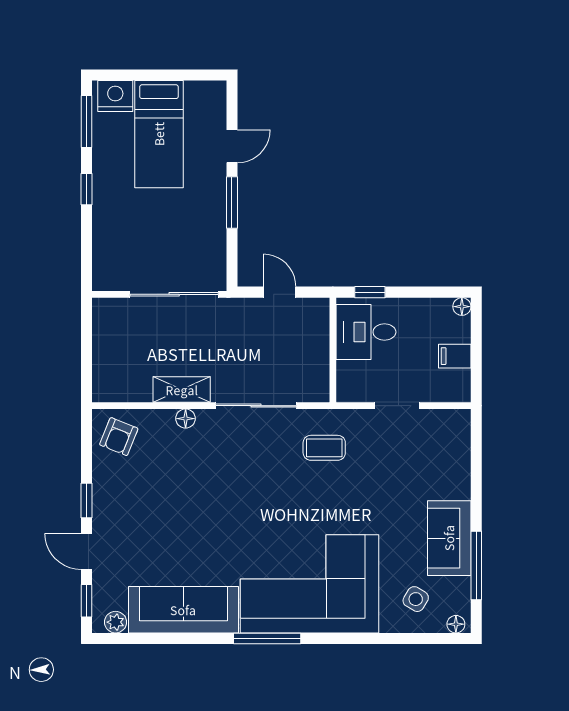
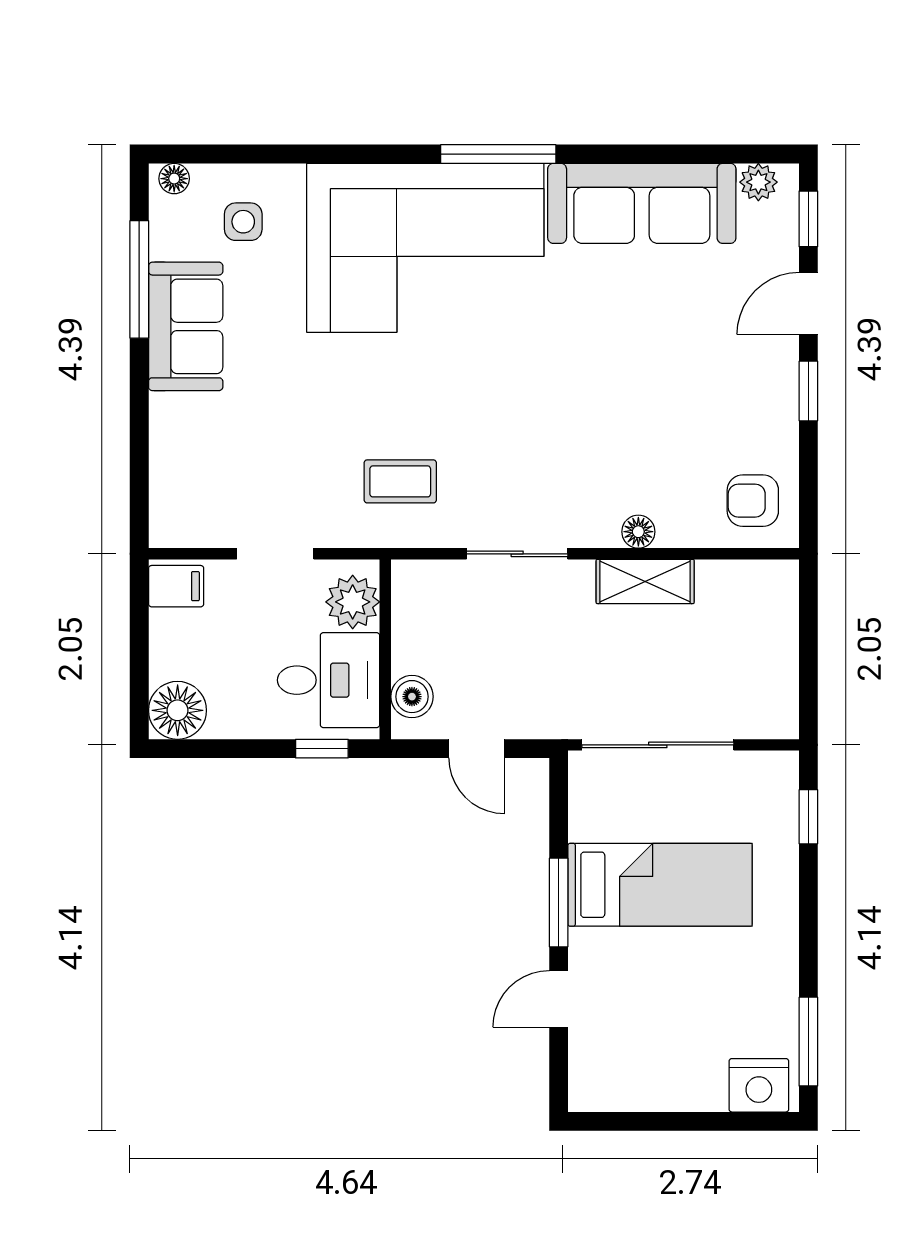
bed: (159, 134) -> (660, 885), moved, turned 90
window: (86, 189) -> (808, 817), moved
floor lamp: (462, 307) -> (178, 710), width x1.89, depth x1.89
boiler: (317, 322) -> (412, 697), added
filing cabinet: (455, 356) -> (176, 586), moved
plant: (352, 378) -> (353, 602), added
sliding door: (256, 406) -> (517, 554), width x0.73
armchair: (119, 437) -> (753, 501), turned -112
door: (86, 551) -> (808, 303), swing flipped
side table: (416, 599) -> (243, 222), turned -31

